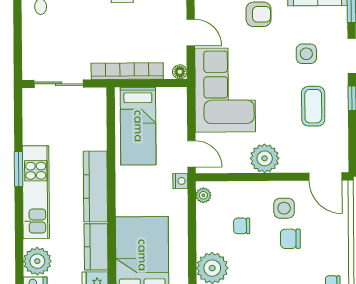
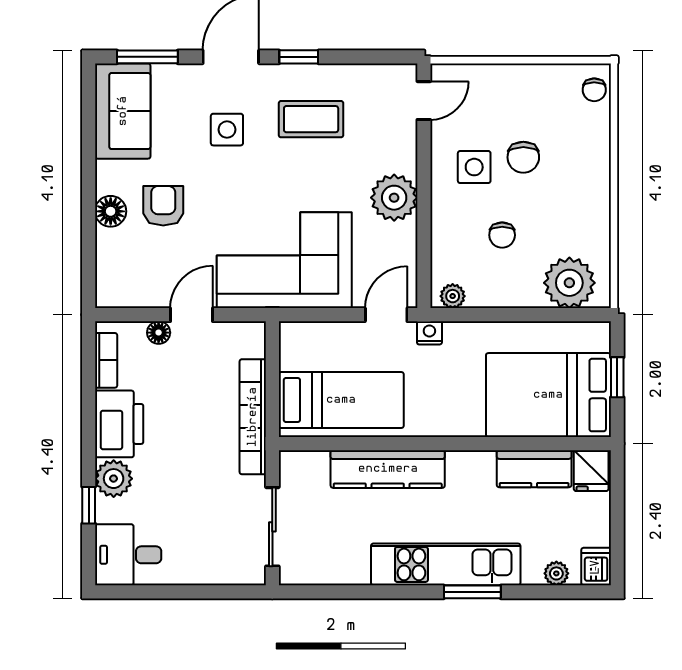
floor lamp: (180, 72) -> (159, 333), moved
window: (19, 169) -> (472, 592), moved
door: (325, 176) -> (424, 101), width x0.73
kitchen counter: (95, 187) -> (388, 469), moved
plant: (37, 261) -> (556, 573), width x0.53, depth x0.53

